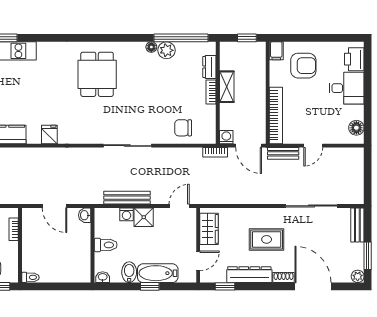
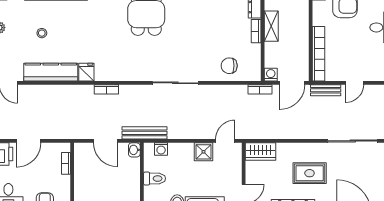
fridge: (49, 135) -> (86, 72), moved
door: (249, 146) -> (292, 83), hinge flipped
bookcase: (56, 152) -> (106, 89), added
bench: (127, 198) -> (145, 133), moved
washing machine: (126, 214) -> (161, 149), moved
shower: (144, 217) -> (204, 152), moved
wardrobe: (209, 229) -> (261, 151), moved, turned 90

